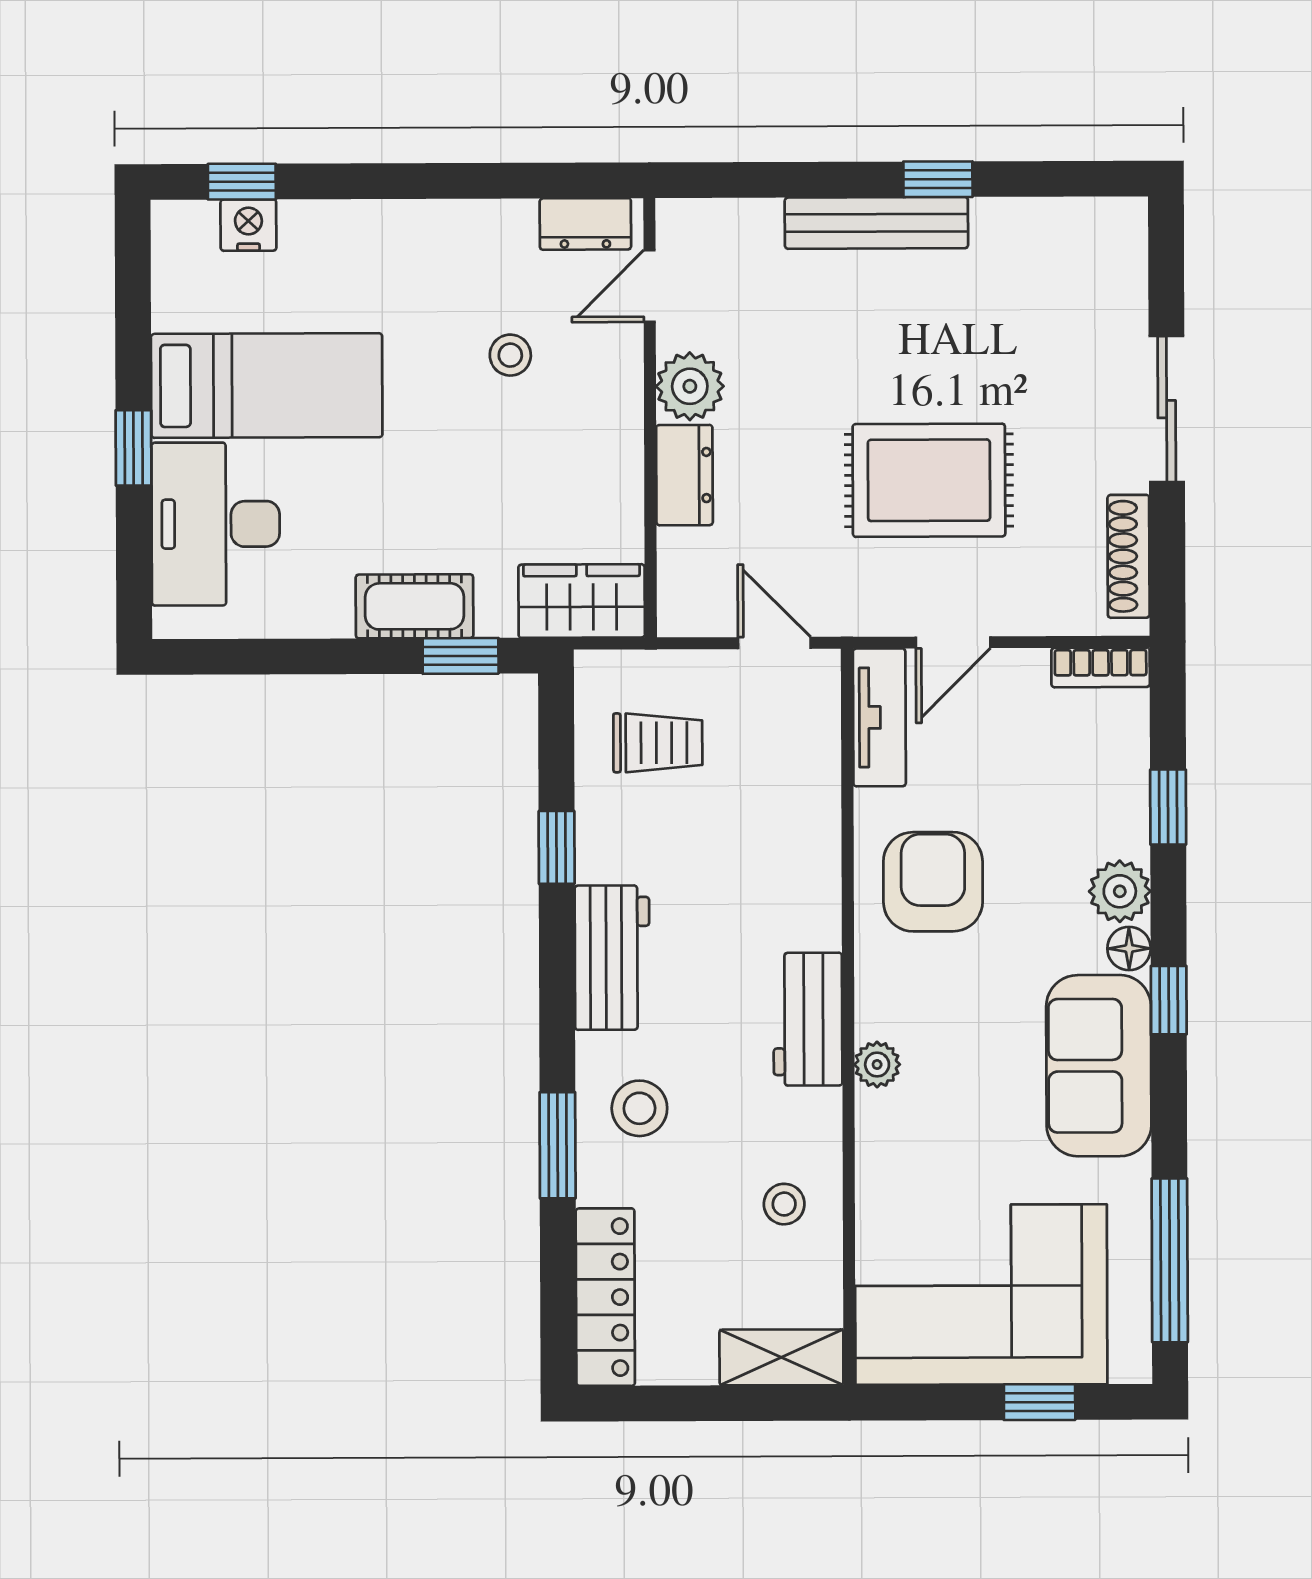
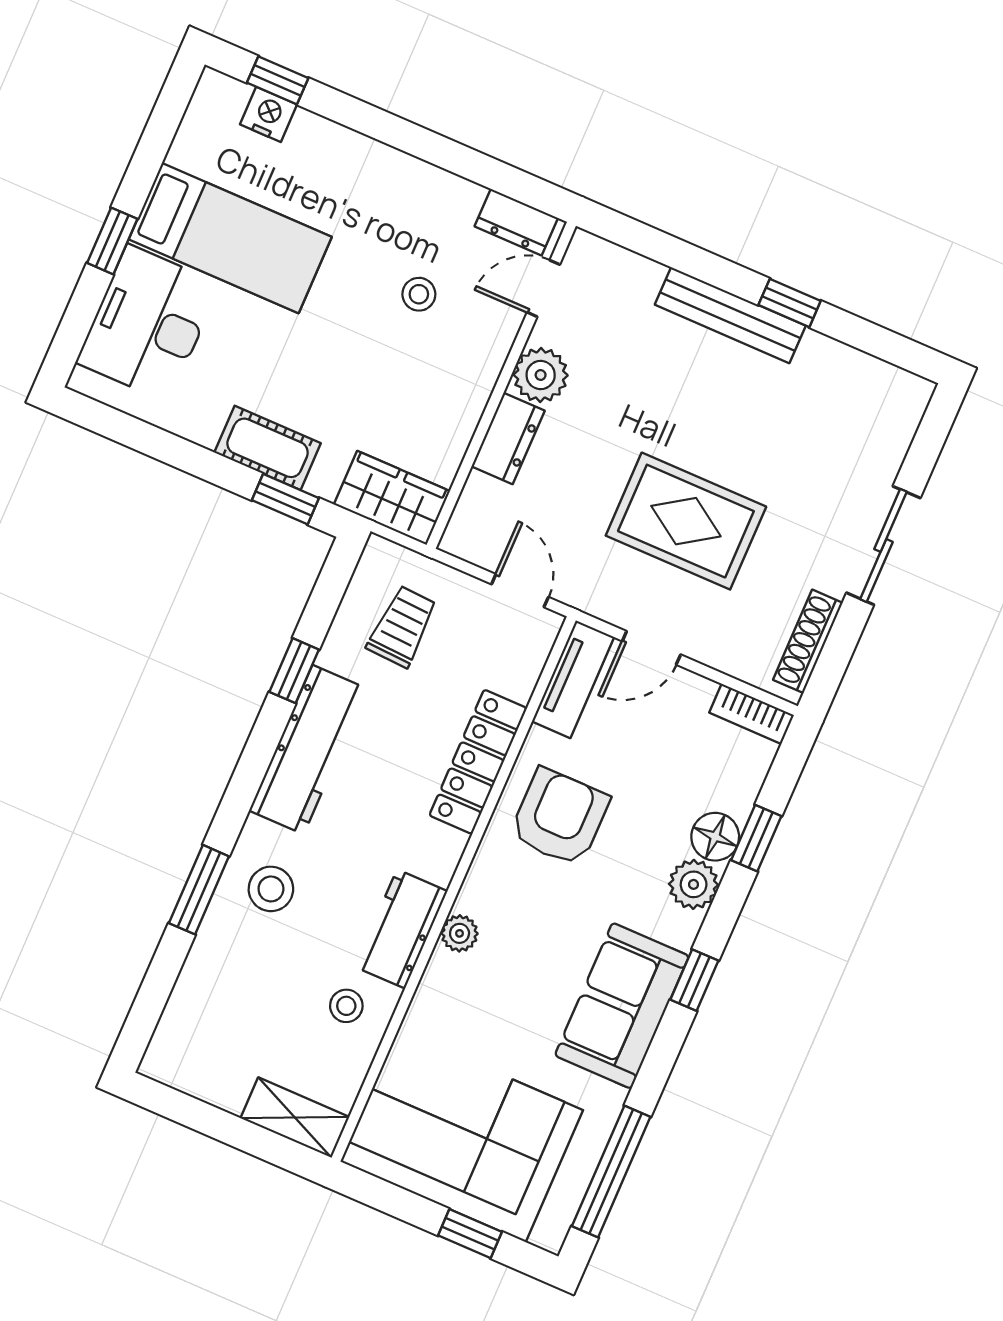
trolley: (658, 743) -> (402, 626), turned -87
floor lamp: (1129, 948) -> (715, 837), moved, width x1.37, depth x1.37
workbench: (612, 958) -> (308, 750), width x1.38
workbench: (808, 1019) -> (401, 929), moved
locker: (605, 1297) -> (478, 762), moved, turned 180

